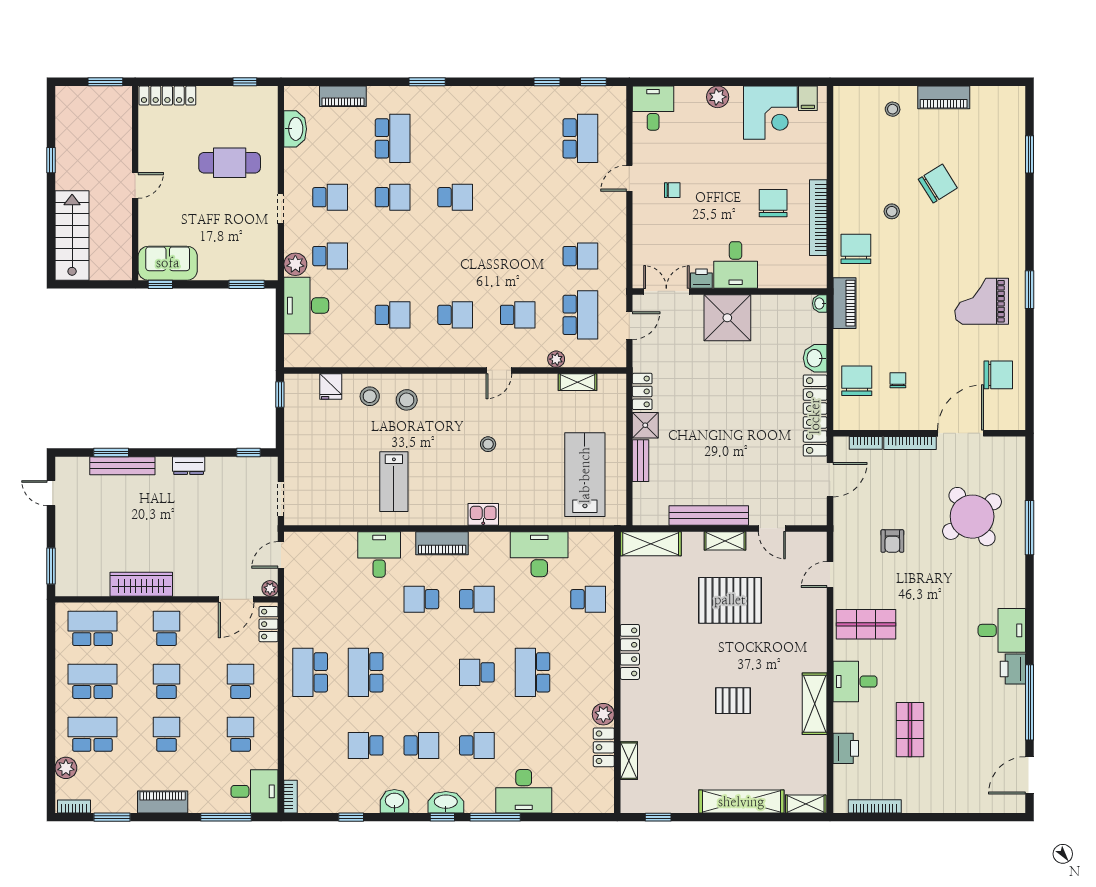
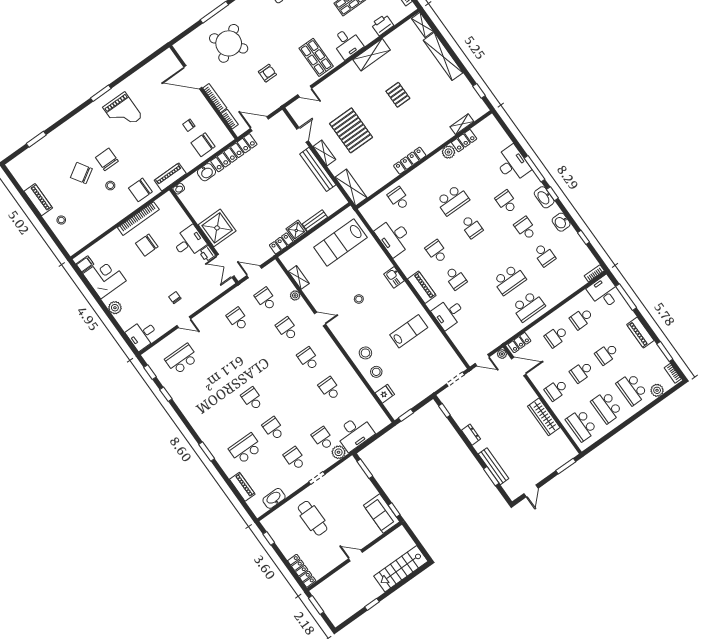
school desk: (580, 315) -> (266, 299), width x0.54
chair: (998, 375) -> (107, 159), moved

